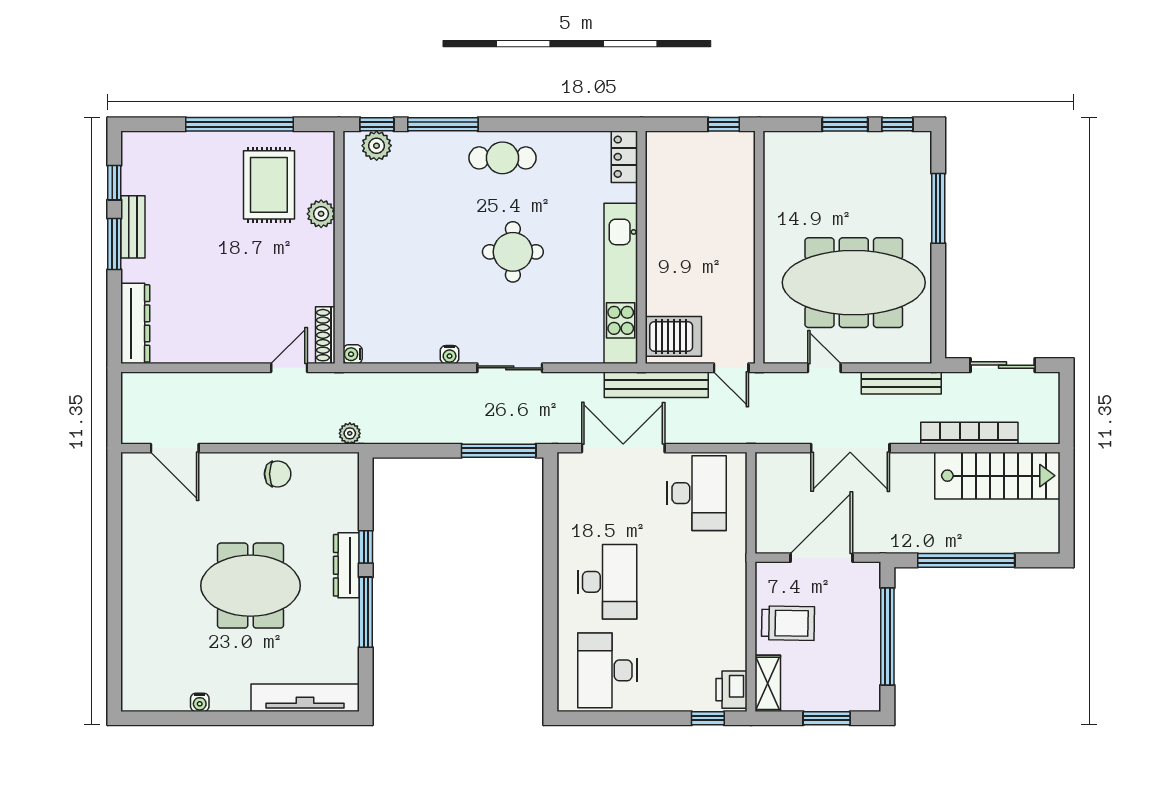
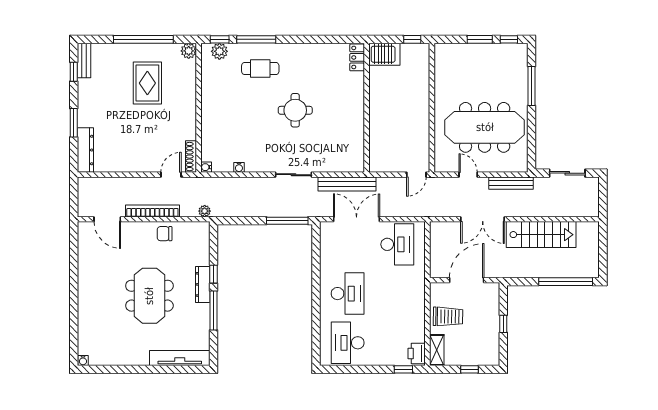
cafe table: (502, 158) -> (260, 69), moved
rug: (269, 185) -> (147, 83), moved
plant: (321, 214) -> (189, 51), moved
bench: (133, 227) -> (84, 60), moved
window: (114, 244) -> (74, 123), moved
kitchen unit: (621, 283) -> (355, 128), removed
server rack: (673, 336) -> (384, 54), moved
water cooler: (450, 355) -> (239, 167), moved
door: (731, 368) -> (416, 175), hinge flipped
bench: (656, 385) -> (347, 184), moved
bookcase: (969, 433) -> (152, 211), moved
chair: (278, 474) -> (165, 234), turned 180
stairs: (997, 476) -> (541, 235), moved
window: (966, 560) -> (566, 282), moved
meeting table: (250, 586) -> (149, 296), turned 90
window: (887, 636) -> (503, 324), width x0.32
water cooler: (200, 702) -> (83, 361), moved
window: (827, 718) -> (469, 369), width x0.67

